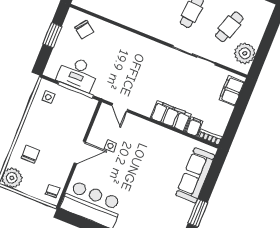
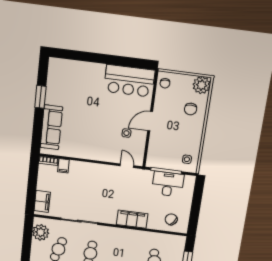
window: (52, 35) -> (195, 209), removed
filing cabinet: (171, 116) -> (132, 219), moved, turned 180

